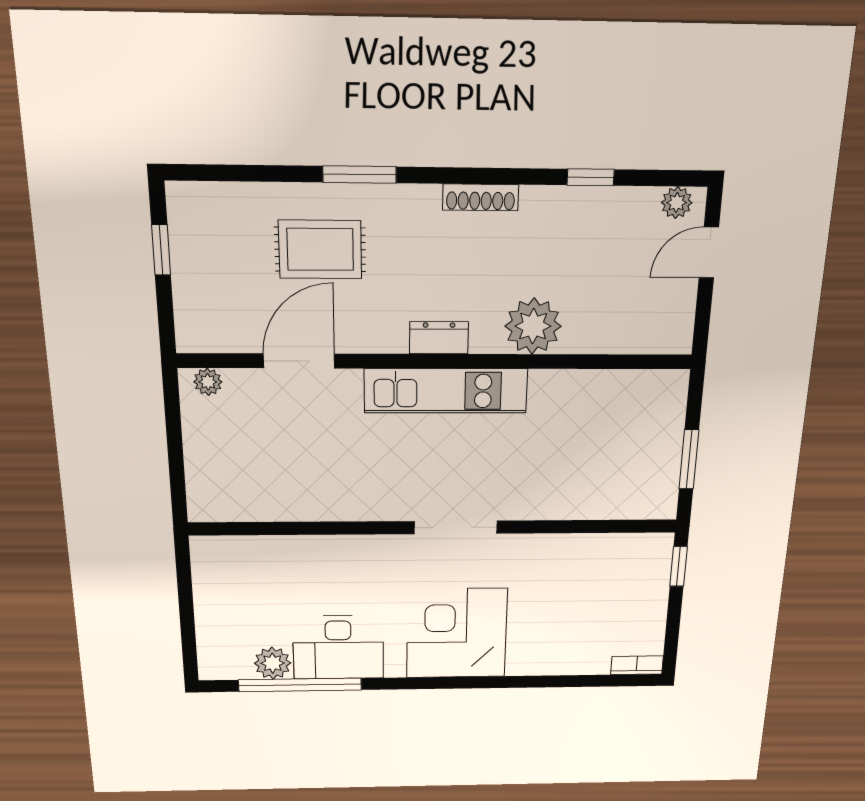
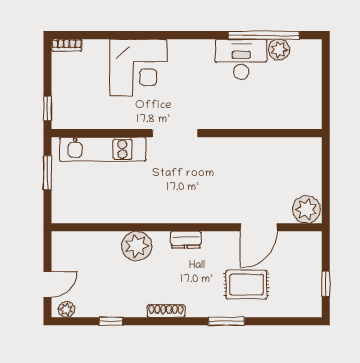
plant: (208, 382) -> (306, 209), width x1.88, depth x1.88
kitchen unit: (446, 391) -> (103, 149), moved, turned 180
corner desk: (457, 633) -> (138, 68), moved

